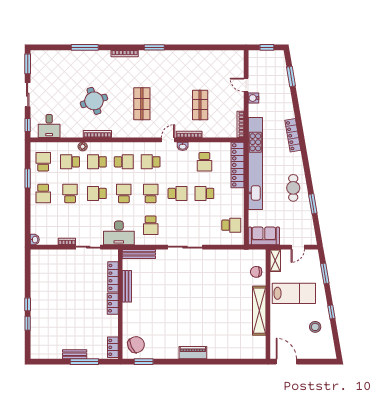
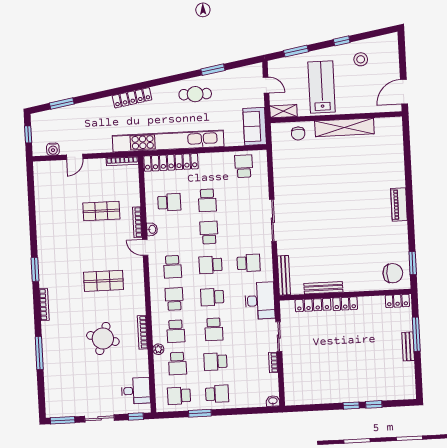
water cooler: (253, 98) -> (53, 149), moved
round table: (94, 101) -> (103, 339), turned 35
chair: (136, 345) -> (393, 273), turned 115

